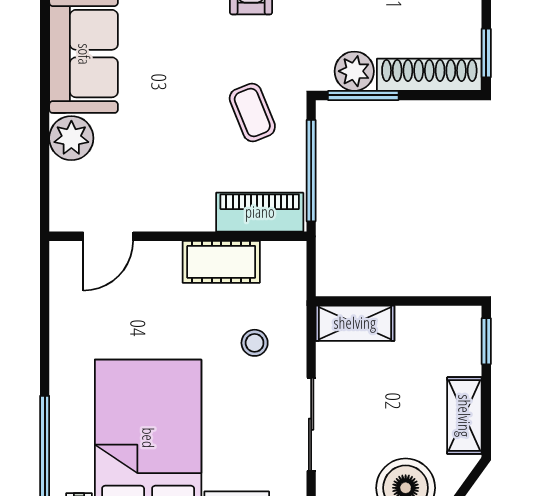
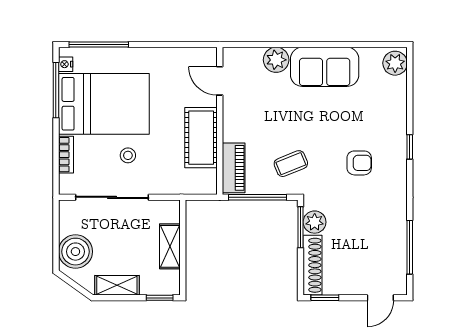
cot: (221, 262) -> (201, 138), width x1.37, depth x1.34
shelving: (355, 323) -> (170, 246), moved
stool: (255, 343) -> (128, 155), moved
sliding door: (311, 424) -> (112, 197), width x1.37

